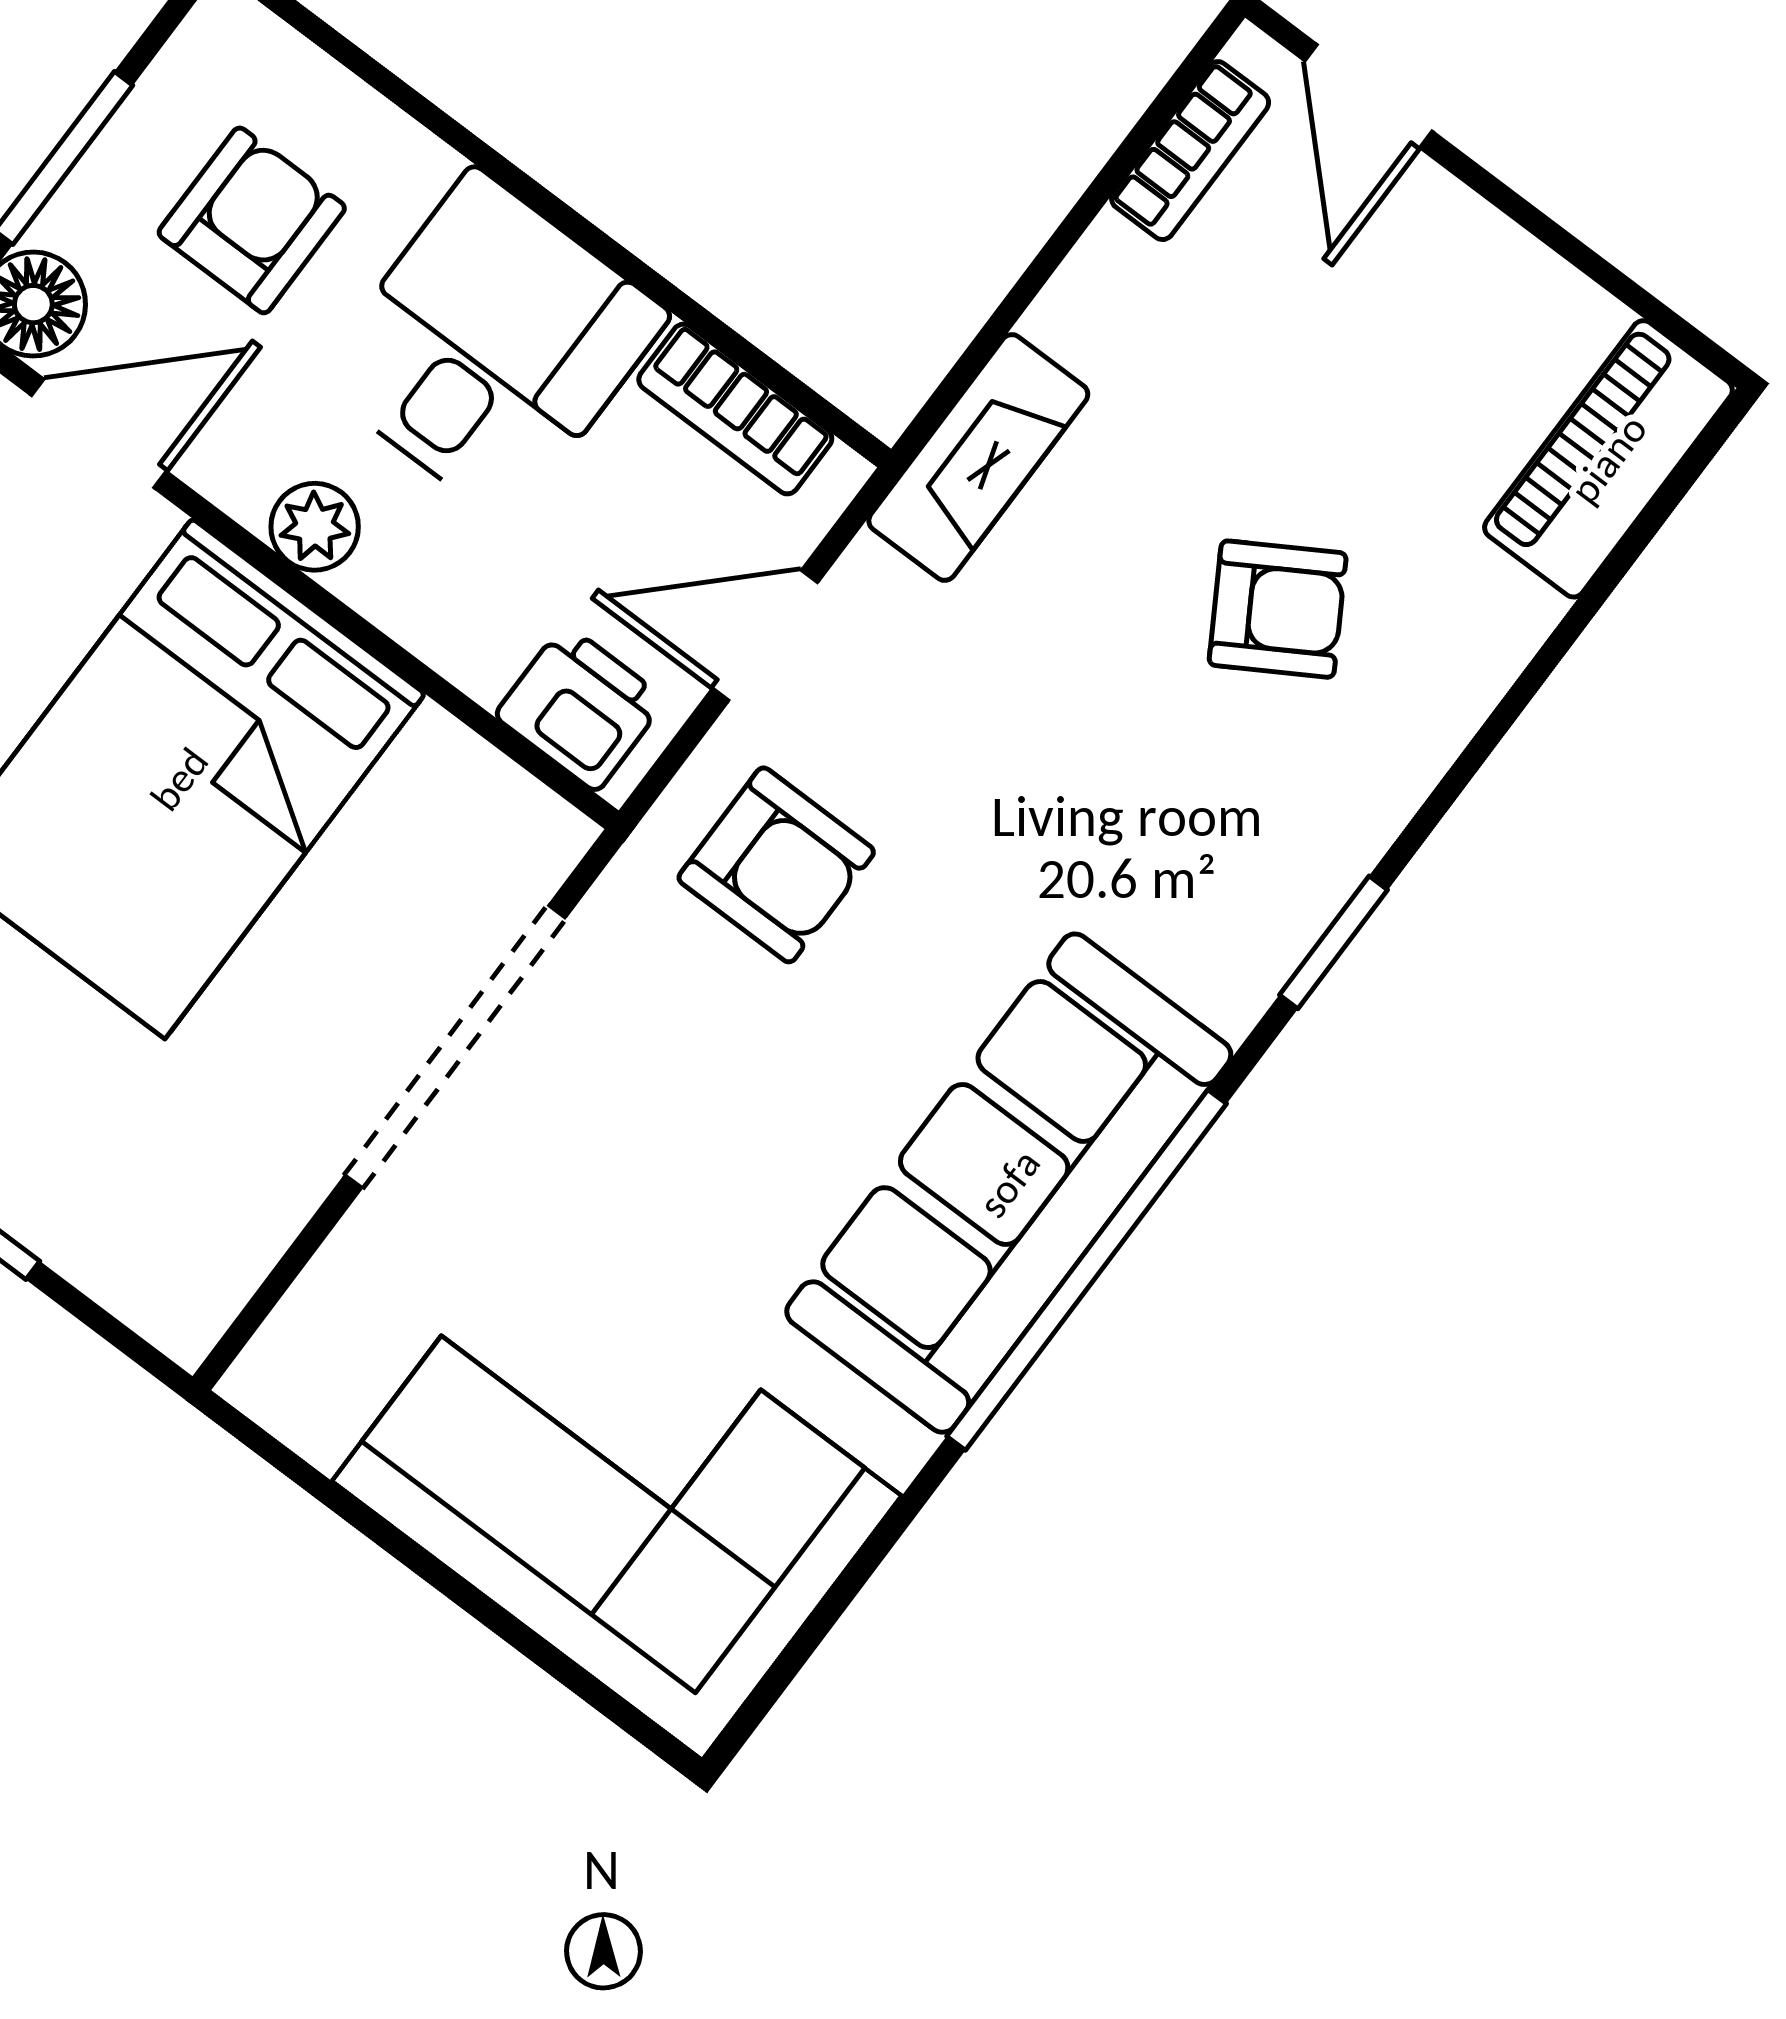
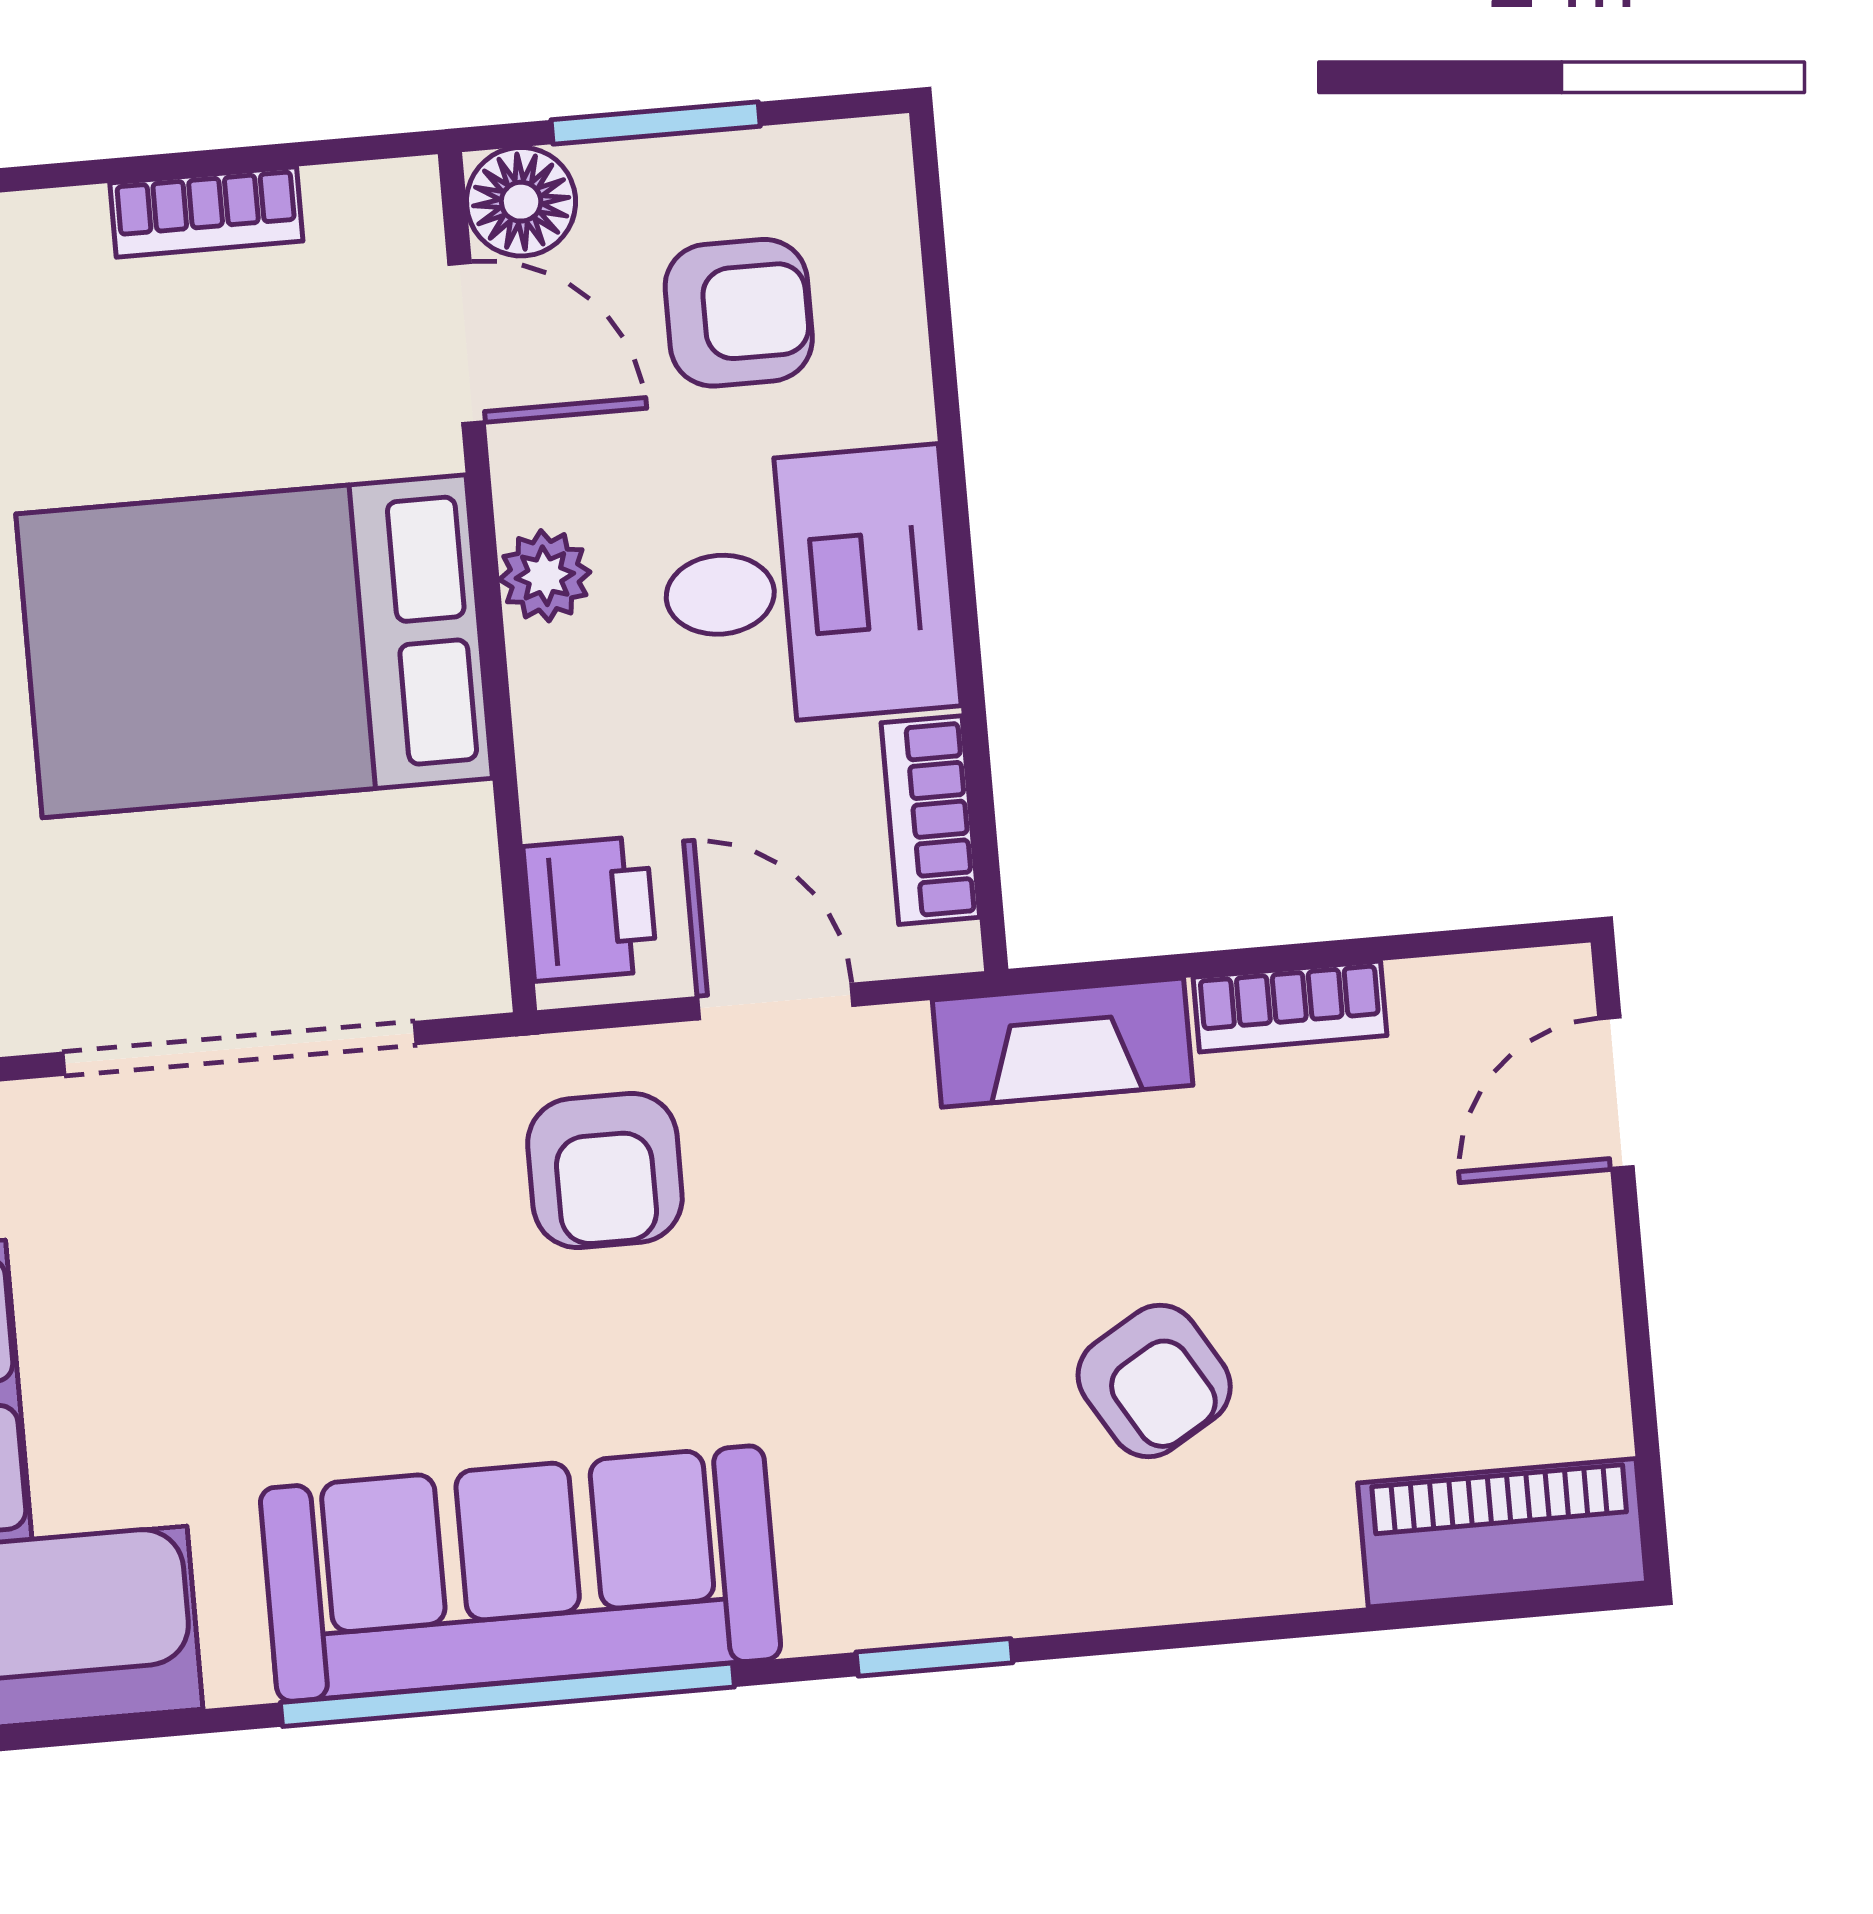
bookcase: (1190, 151) -> (1290, 1006), moved

